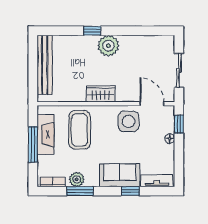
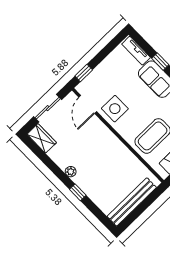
plant: (108, 46) -> (71, 172), width x0.53, depth x0.53
wardrobe: (101, 94) -> (42, 138), moved, turned 180
floor lamp: (170, 139) -> (99, 70), removed

